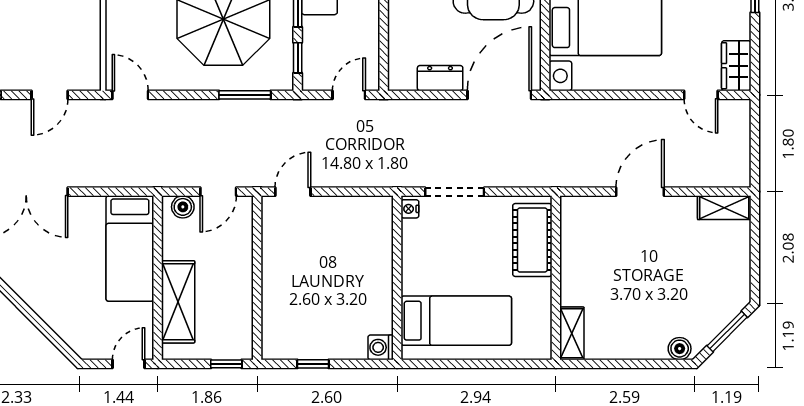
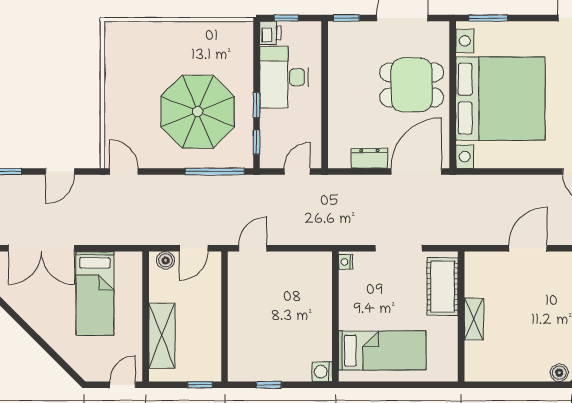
window: (245, 95) -> (215, 172), width x1.44
doorway: (455, 192) -> (399, 248), moved
bed: (130, 249) -> (95, 293), moved
shelving: (572, 333) -> (474, 319), moved

